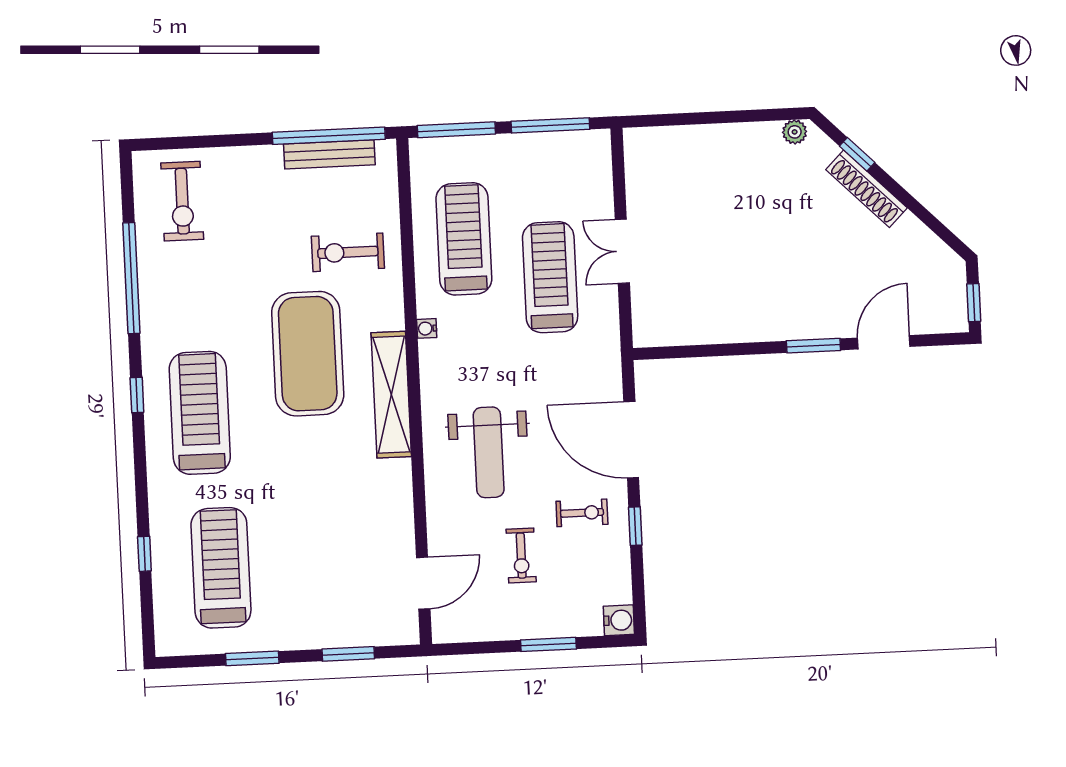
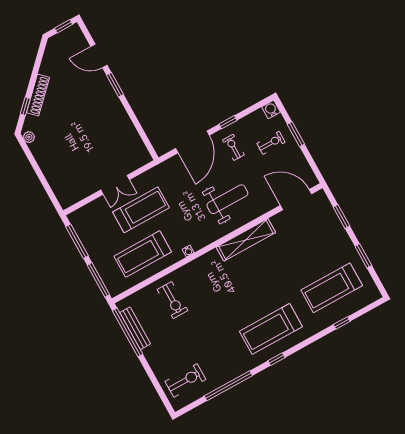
treadmill: (550, 277) -> (141, 210), turned 180
exercise mat: (308, 354) -> (224, 296), removed
shelving: (391, 395) -> (246, 240), moved
exercise bike: (521, 556) -> (271, 143), moved
door: (423, 583) -> (296, 200), width x1.36

